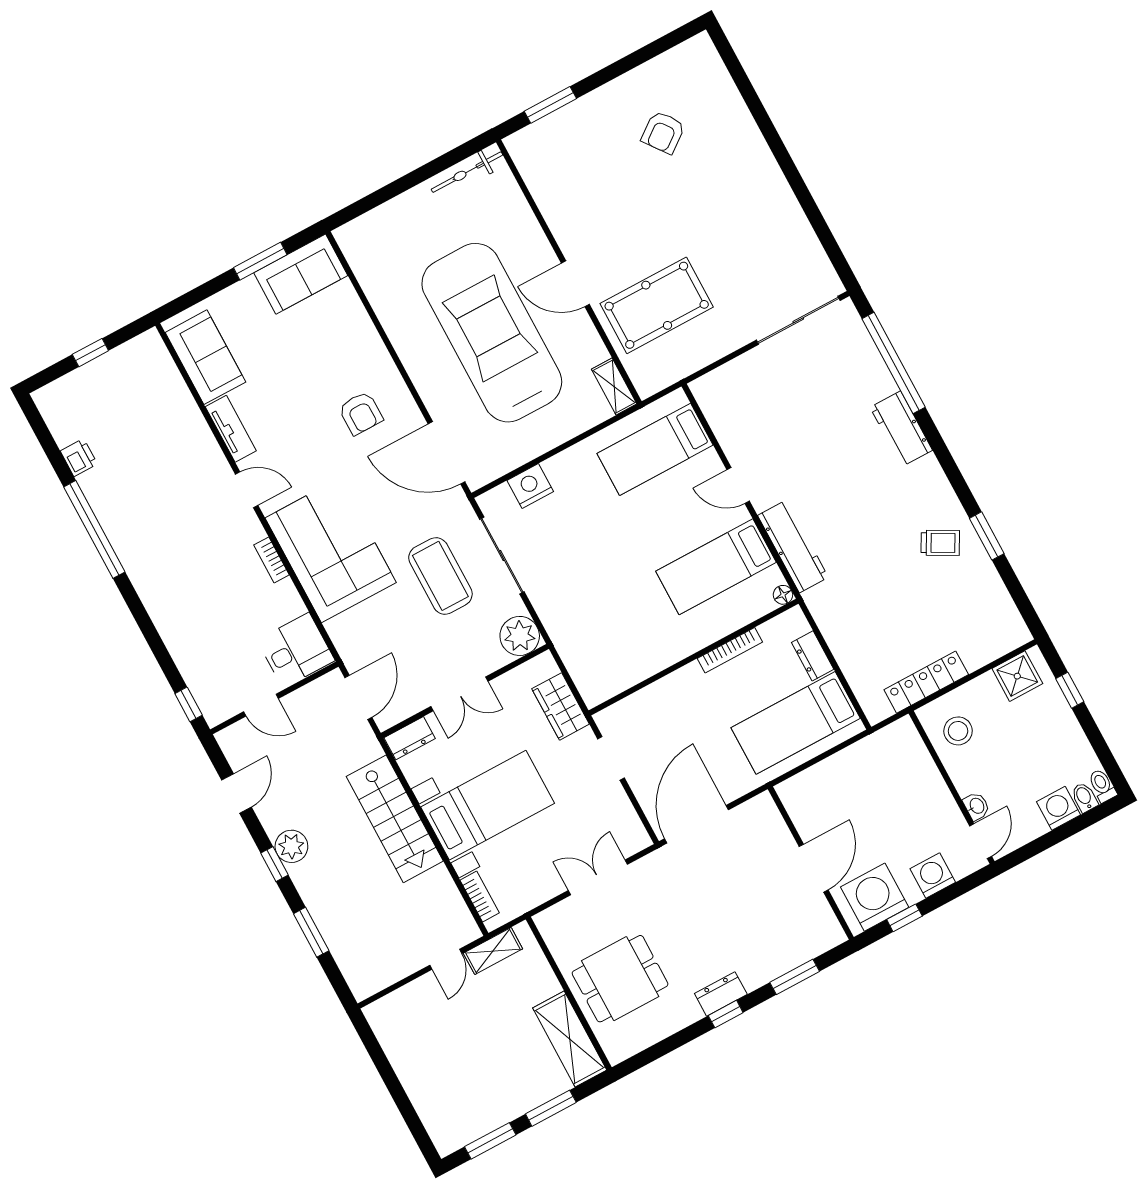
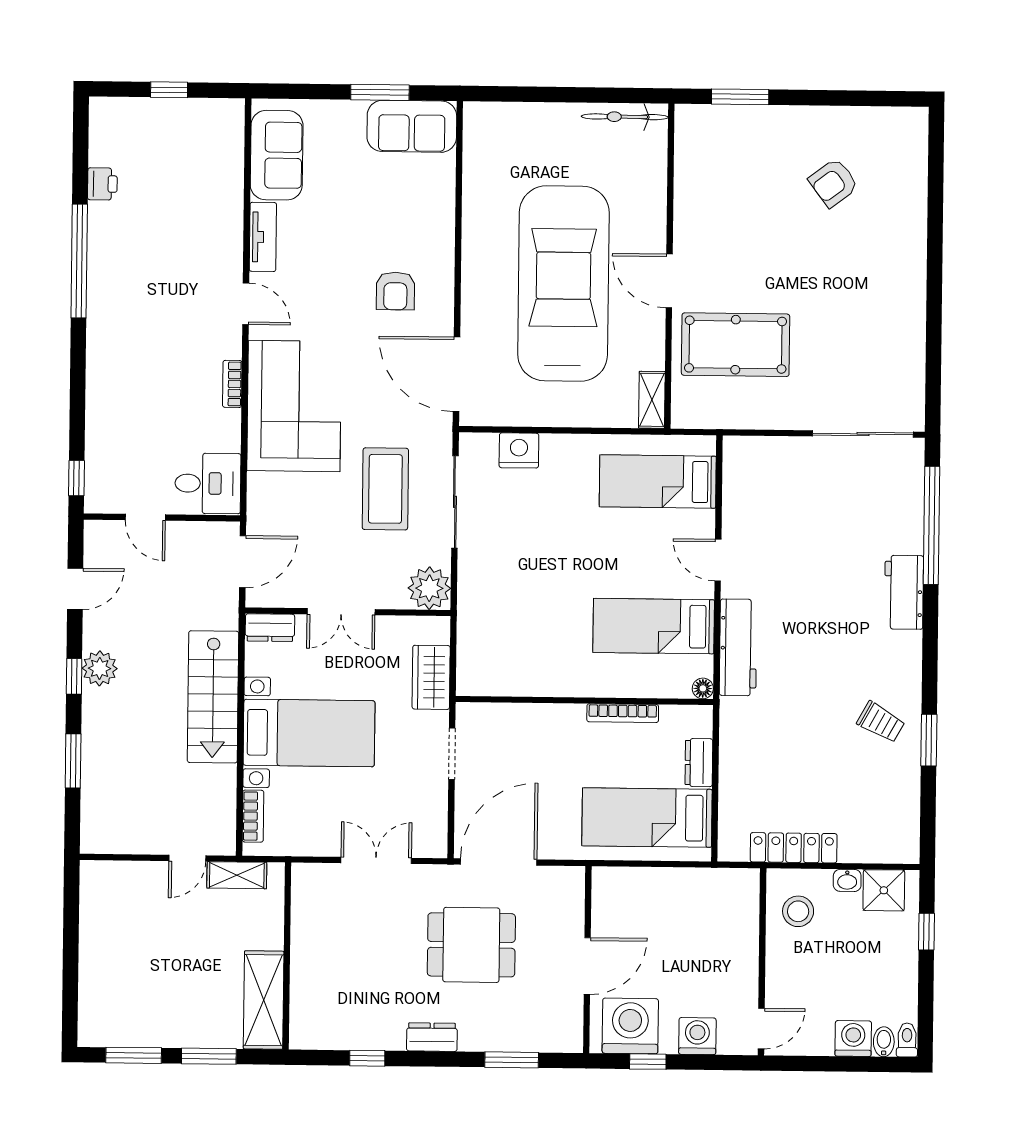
washbasin: (976, 806) -> (847, 880), moved, turned 90
dining table: (620, 979) -> (471, 945), moved
window: (726, 1014) -> (367, 1058), moved

